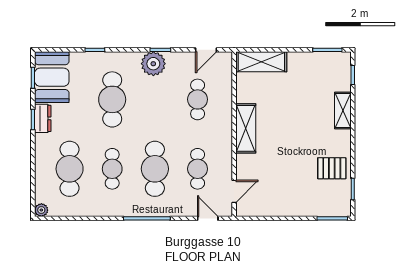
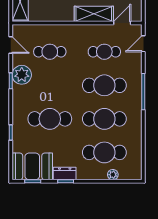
plant: (153, 64) -> (22, 75), moved
shelving: (246, 128) -> (94, 14), moved
cafe table: (112, 169) -> (104, 119), width x1.37, depth x1.35
door: (234, 191) -> (122, 23), hinge flipped
plant: (41, 210) -> (113, 175), moved

